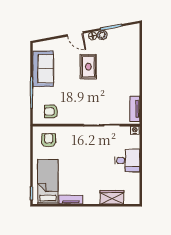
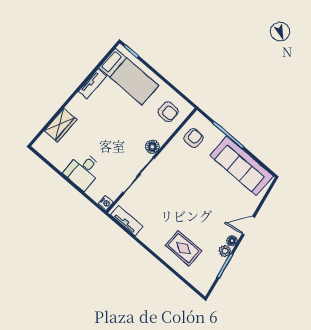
rug: (88, 67) -> (184, 248), moved
sofa: (43, 69) -> (242, 166), width x1.36
floor lamp: (78, 132) -> (152, 147), added

